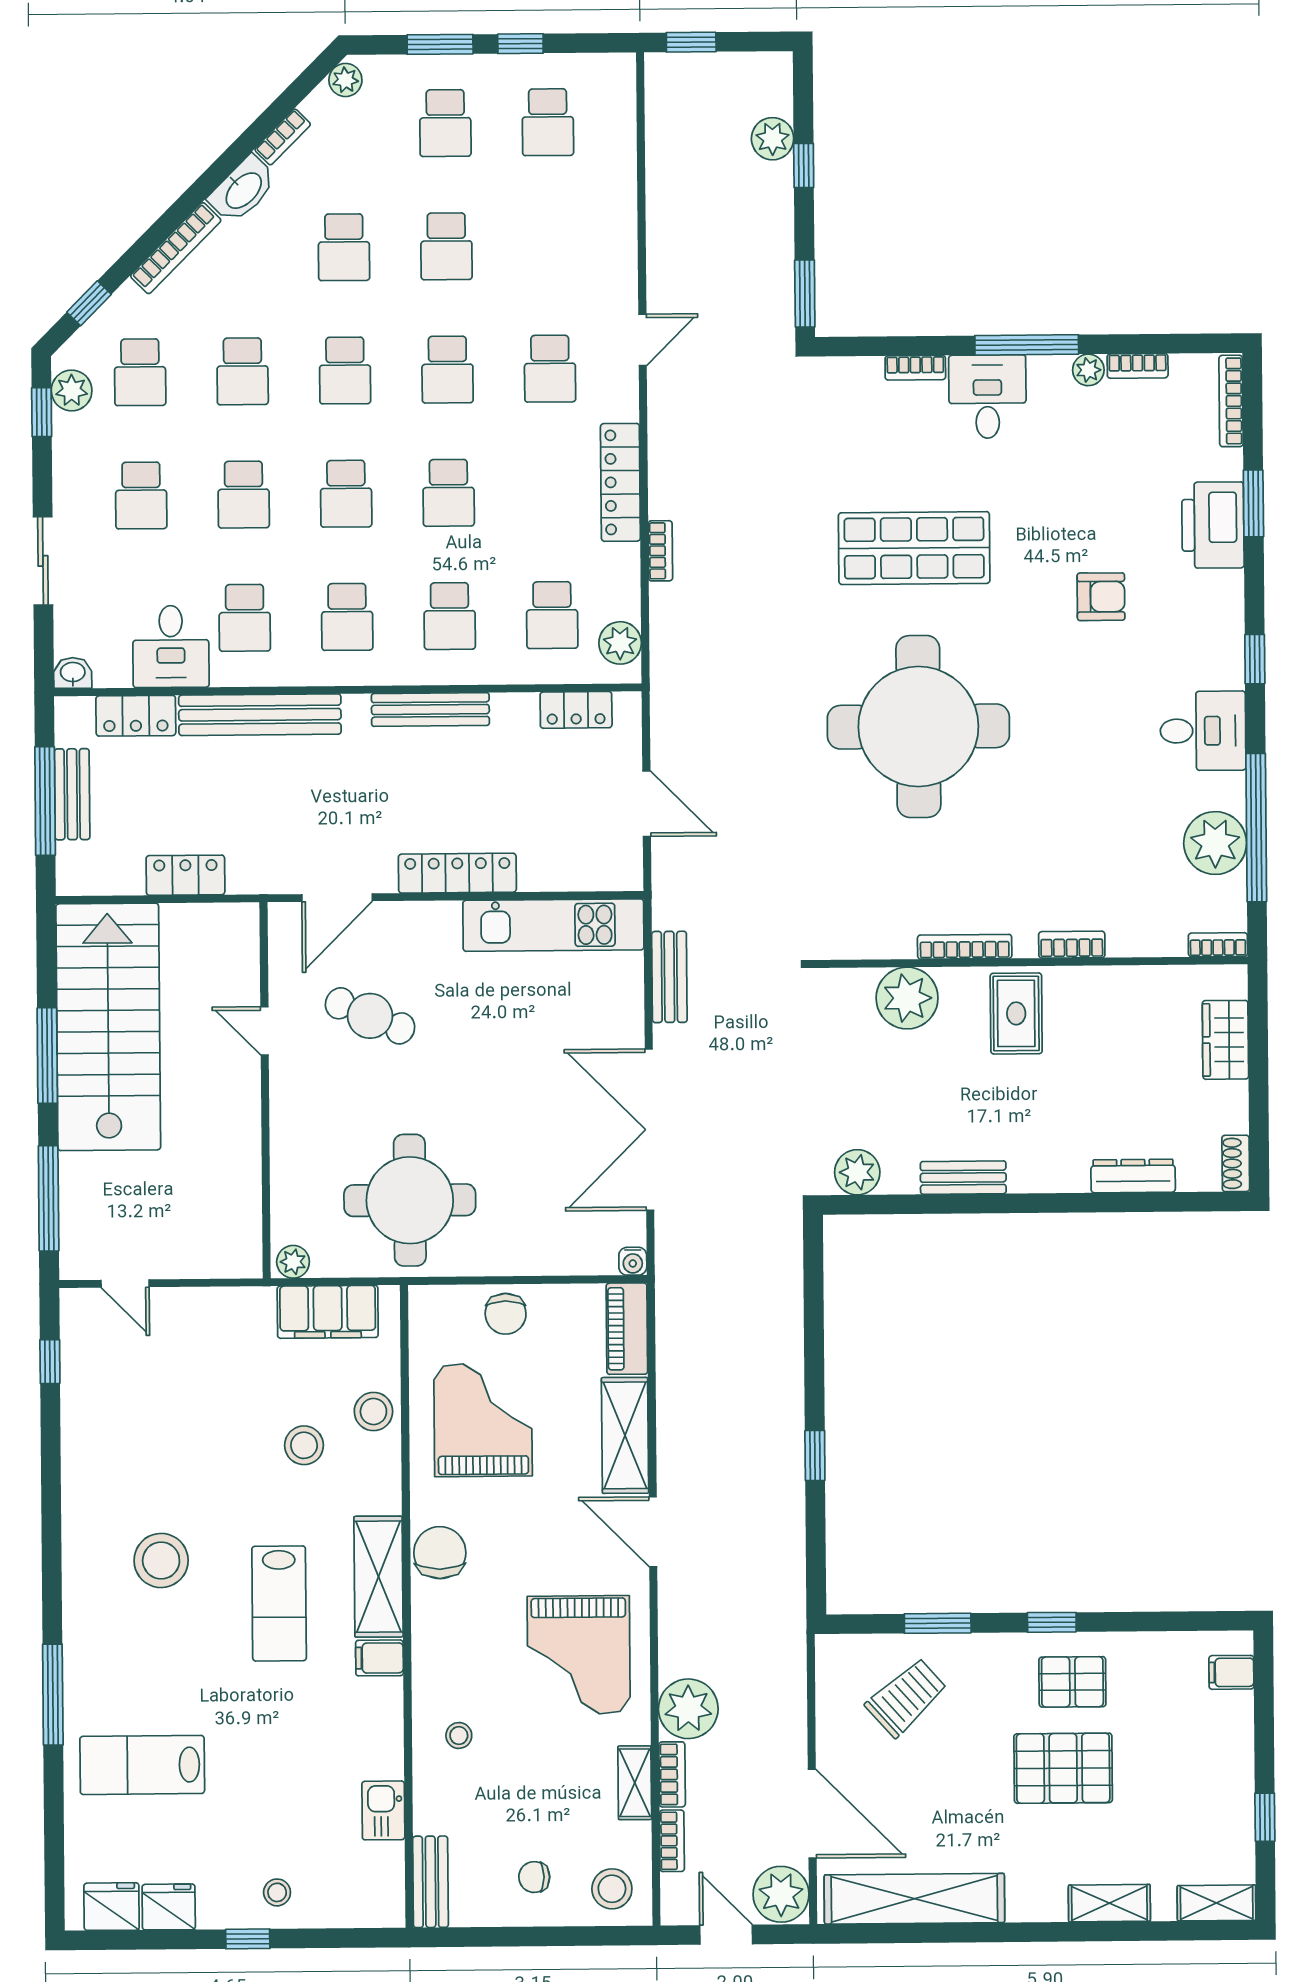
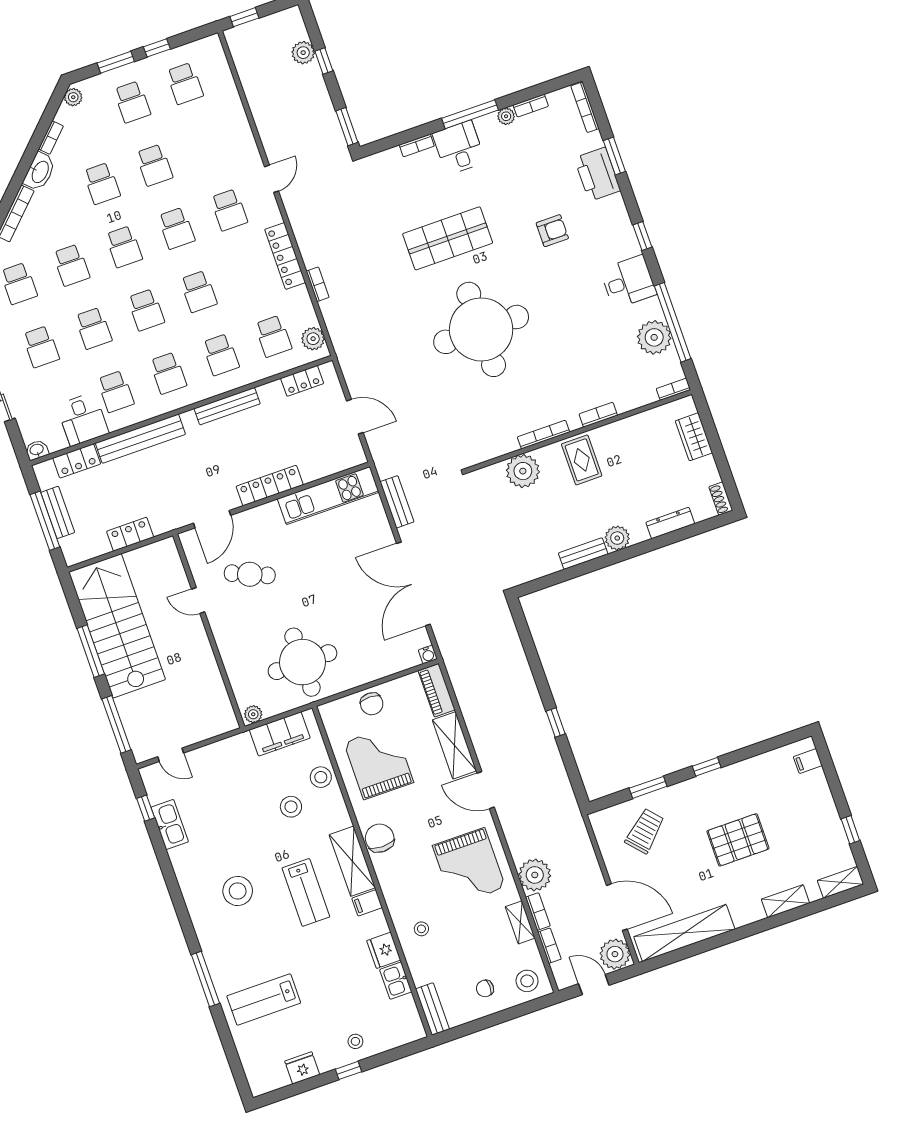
plant: (857, 1172) -> (617, 538), moved
kitchen sink: (82, 1404) -> (170, 825), added
pallet: (1072, 1682) -> (728, 794), removed
fridge: (112, 1907) -> (384, 950), moved, turned -90

